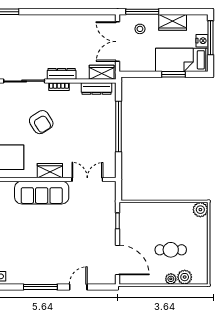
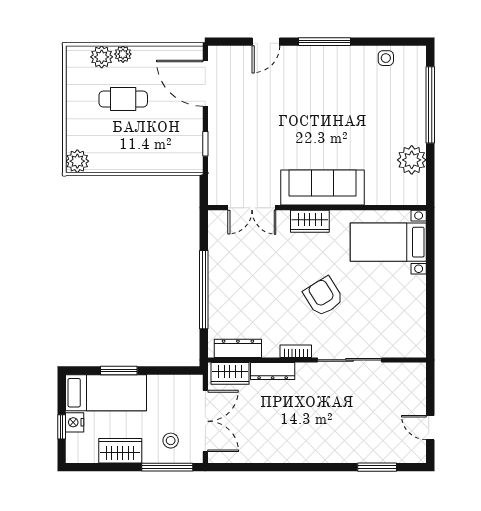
window: (210, 38) -> (62, 427), width x0.46
dresser: (62, 74) -> (273, 371), moved

